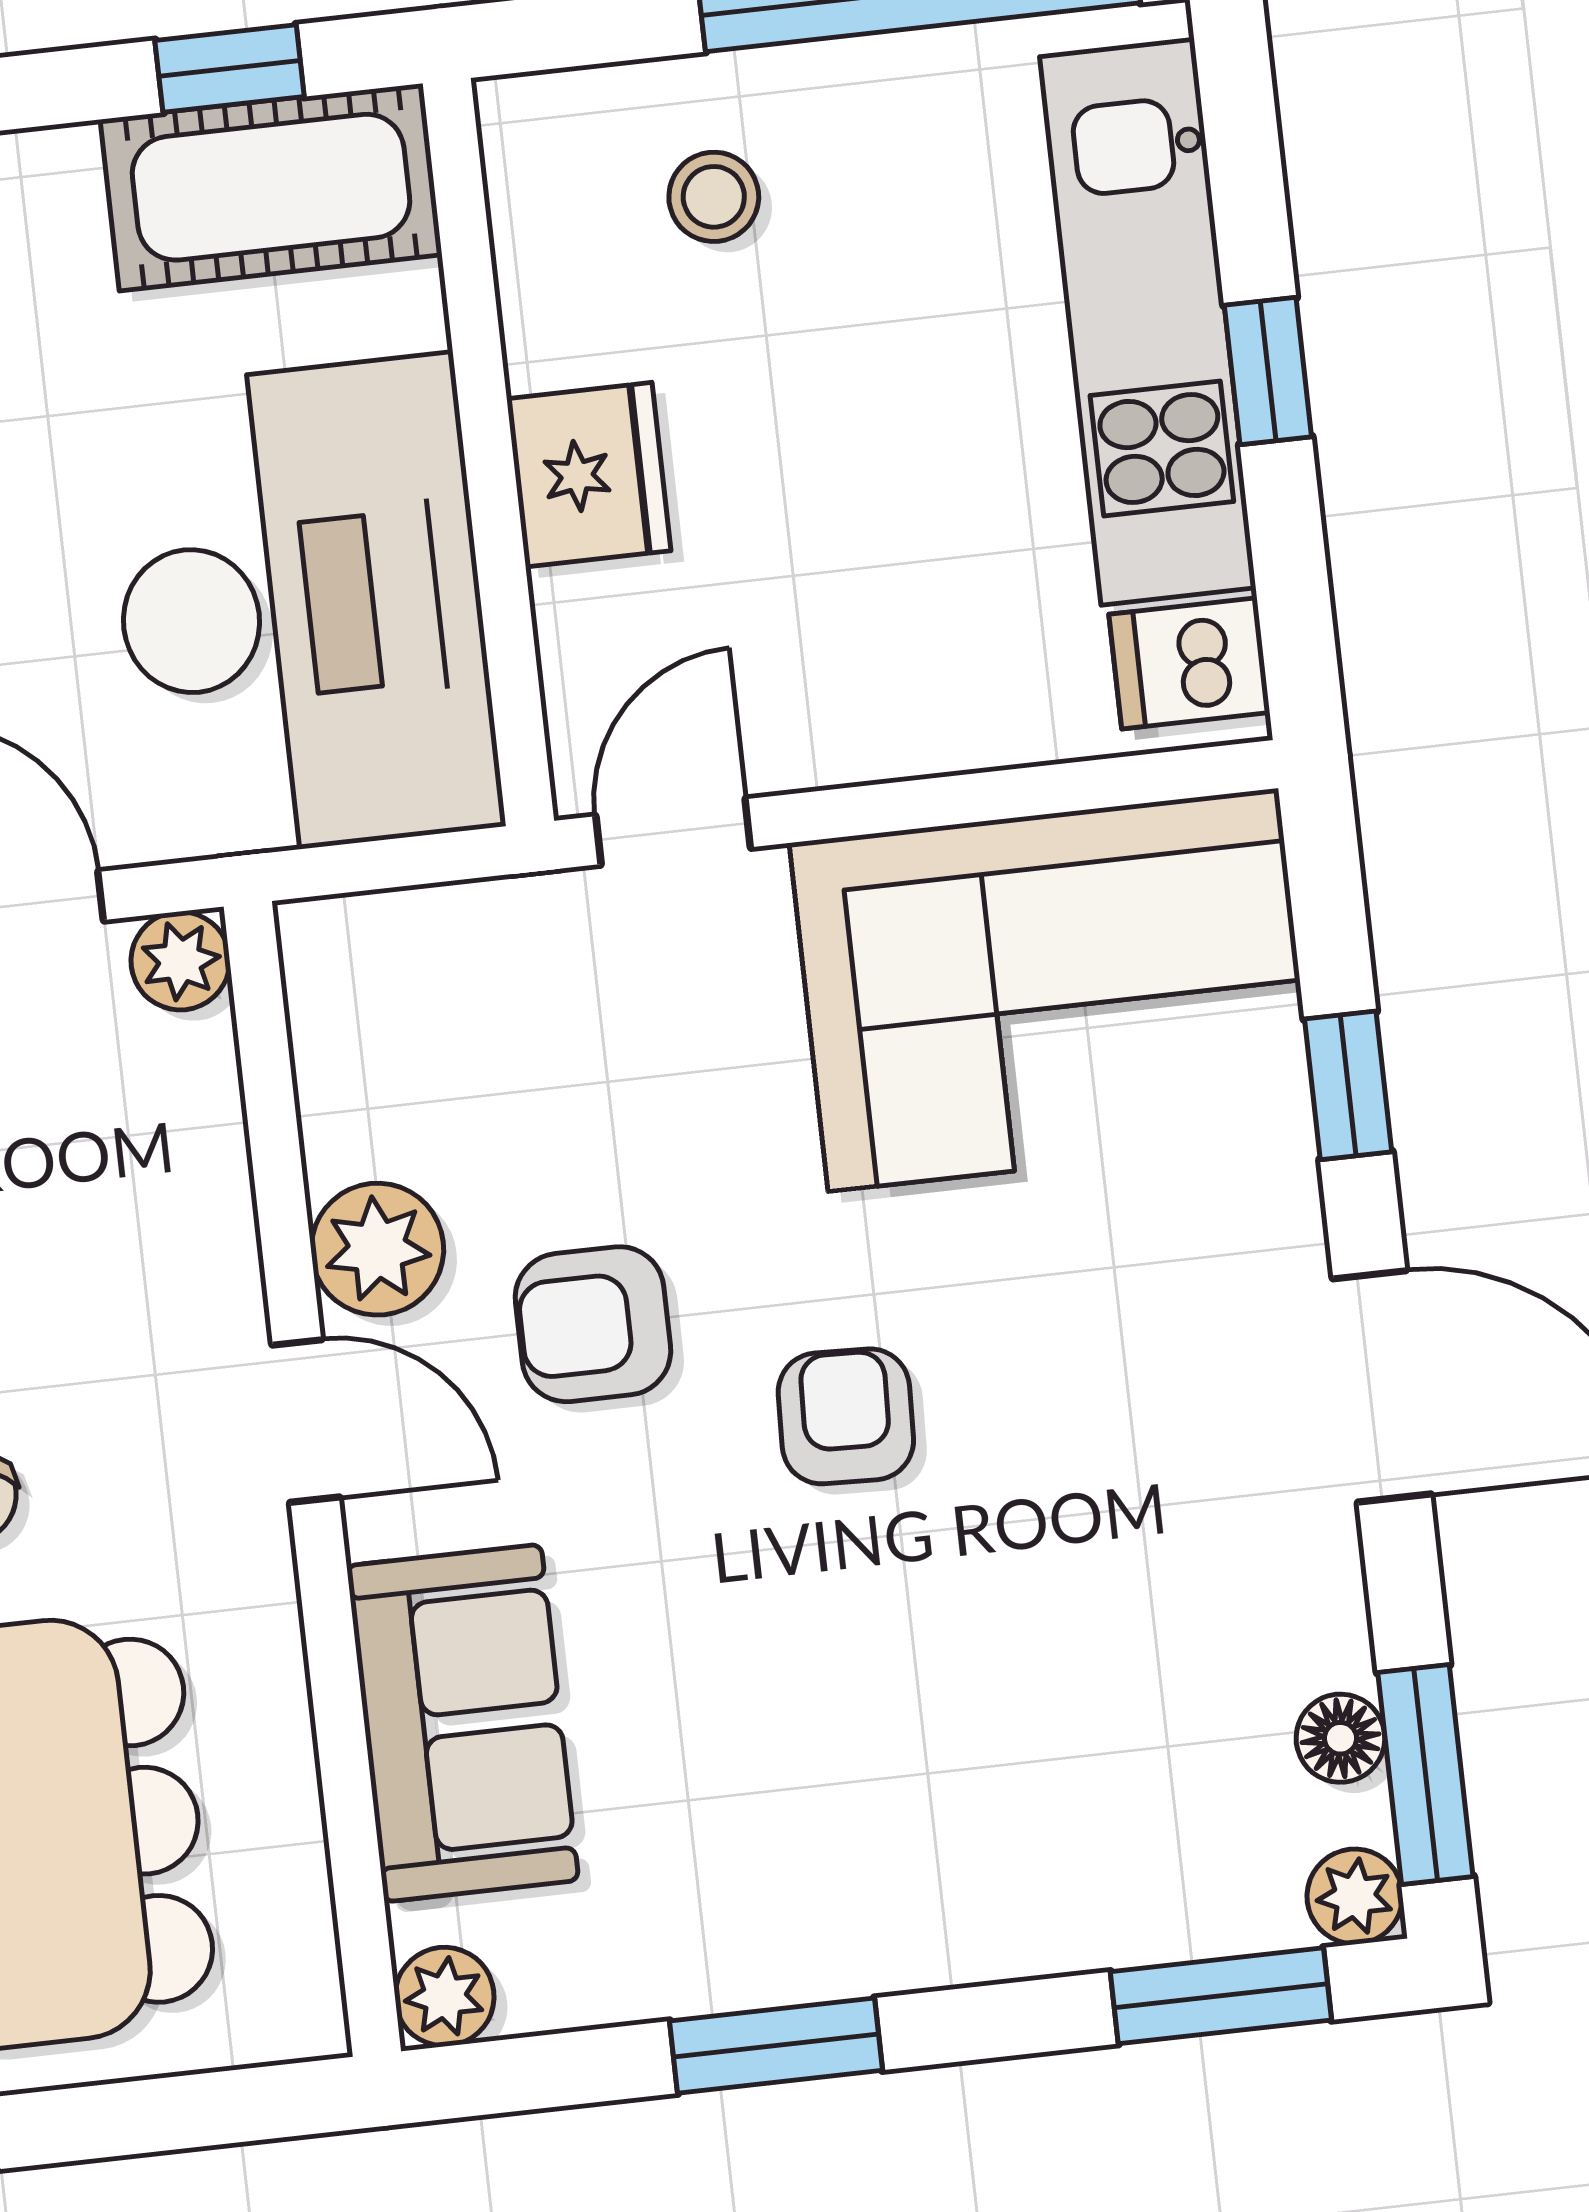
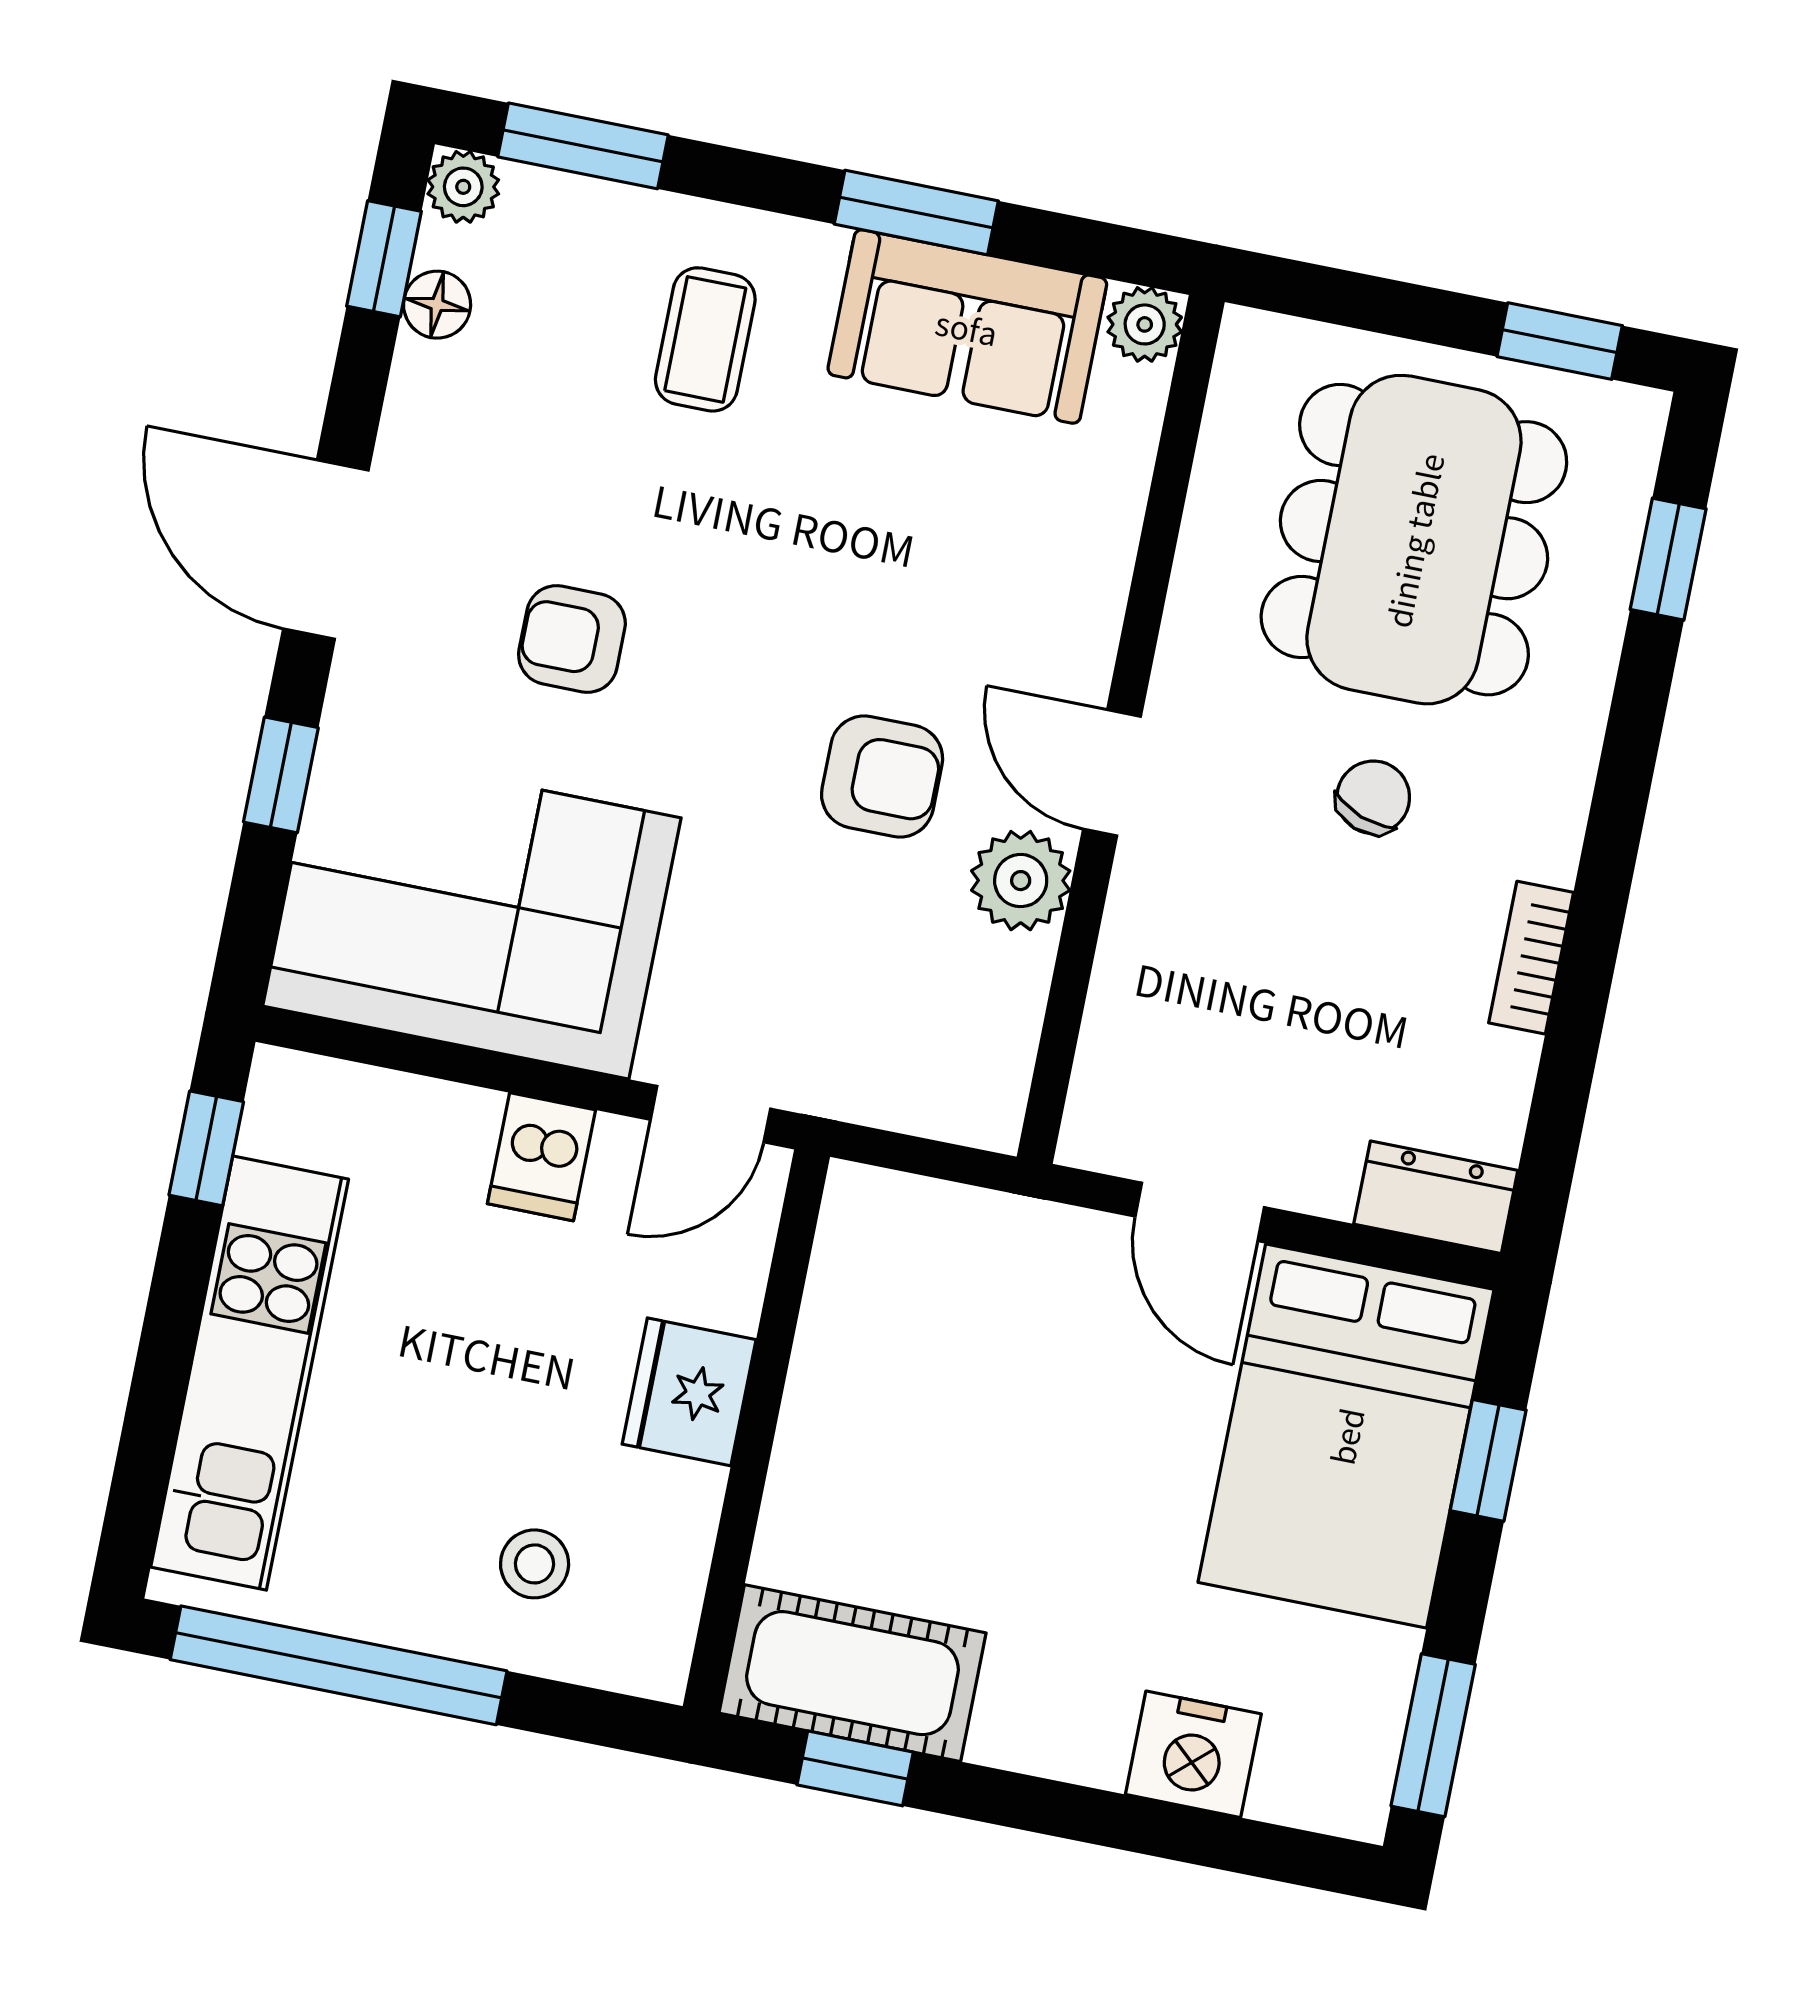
window: (1268, 371) -> (206, 1148), moved
desk: (302, 609) -> (928, 1361), removed
dishwasher: (1189, 663) -> (541, 1157), moved, turned 90
plant: (180, 961) -> (1097, 1135), removed
armchair: (846, 1416) -> (572, 639), moved, turned 88
sofa: (463, 1723) -> (967, 327), moved, turned -90
window: (1425, 1774) -> (384, 259), width x0.67
coffee table: (990, 1802) -> (705, 339), added

